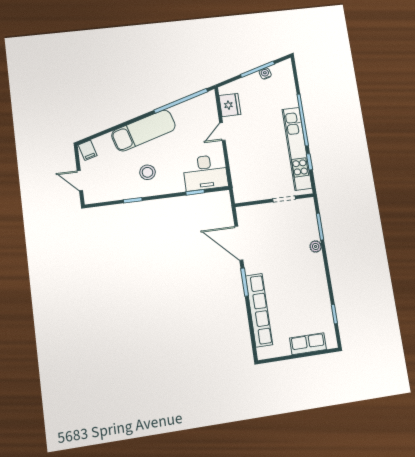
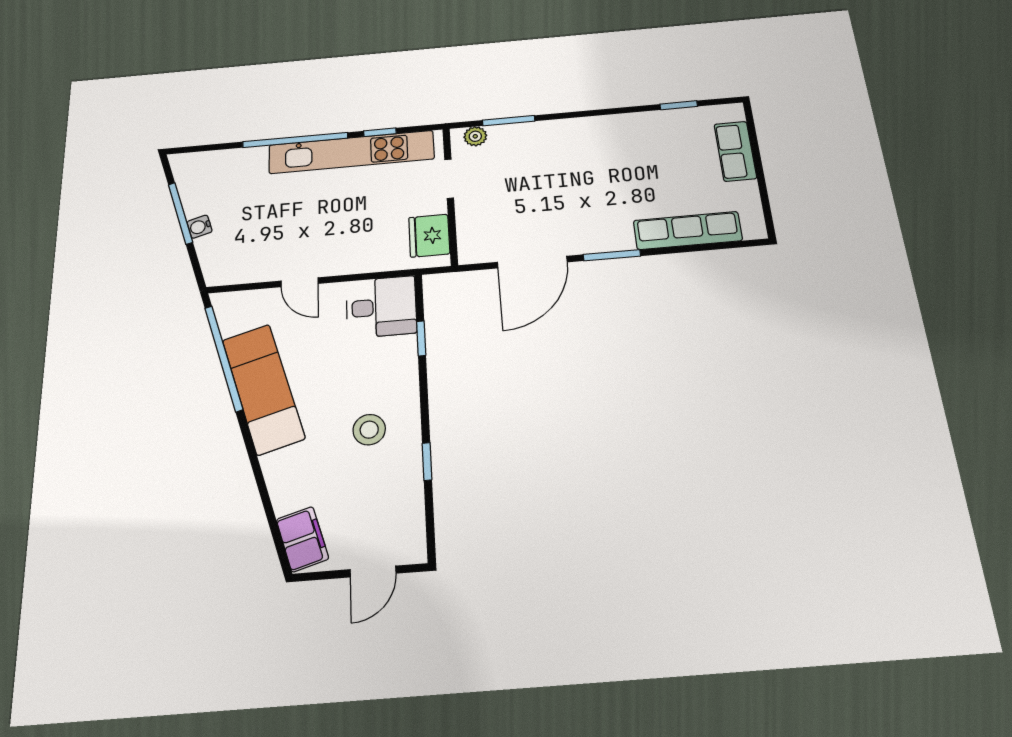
water cooler: (265, 74) -> (200, 227), moved
fridge: (230, 105) -> (429, 236), moved, turned -90
exam couch: (144, 130) -> (263, 389), moved
filing cabinet: (88, 150) -> (302, 539), width x2.00
desk: (205, 173) -> (381, 307), width x0.73
plant: (316, 246) -> (475, 136), moved
row of seats: (259, 310) -> (688, 231), width x0.73

